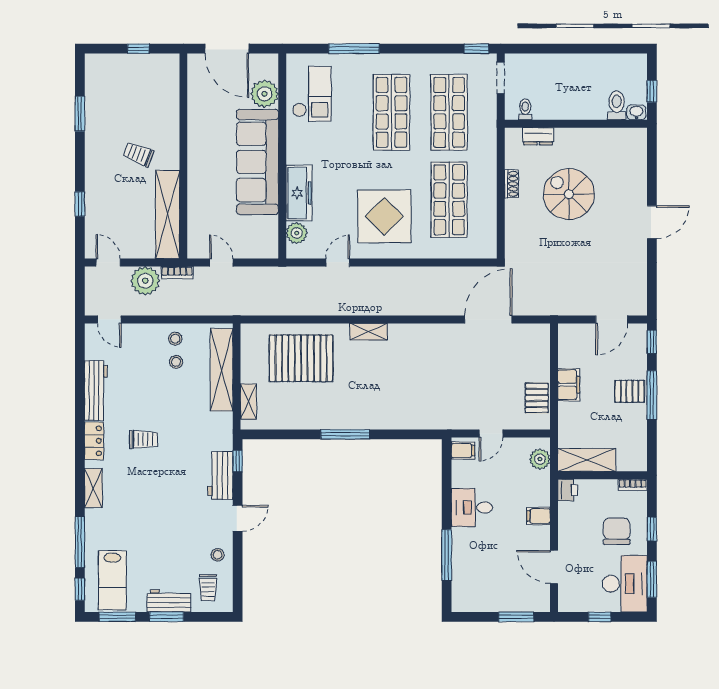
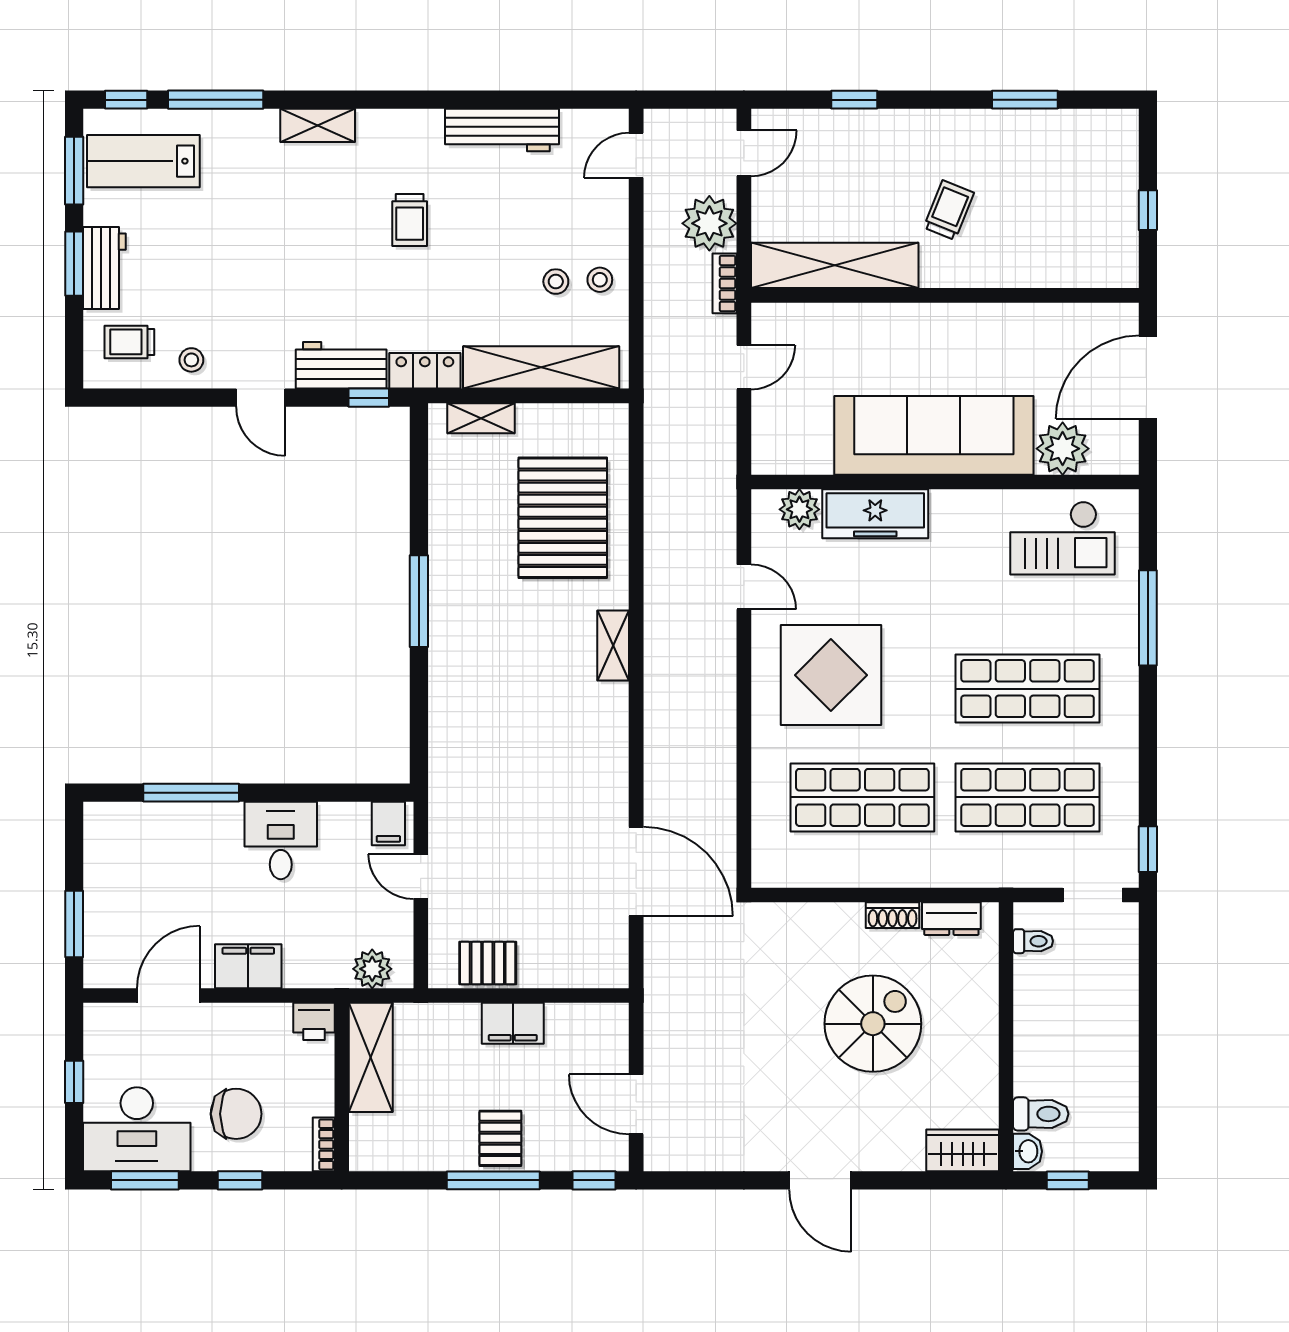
dresser: (538, 136) -> (951, 919), moved, turned -90
wardrobe: (636, 147) -> (963, 1150), added
locker: (94, 441) -> (425, 371), moved, turned 180
filing cabinet: (538, 516) -> (248, 966), width x2.00

